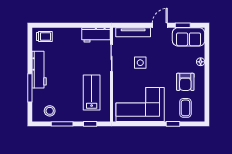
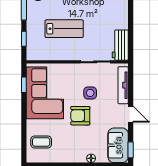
window: (183, 25) -> (131, 150), moved
armchair: (185, 82) -> (80, 116), moved
lab bench: (92, 92) -> (64, 29), moved
window: (173, 124) -> (24, 85), moved

